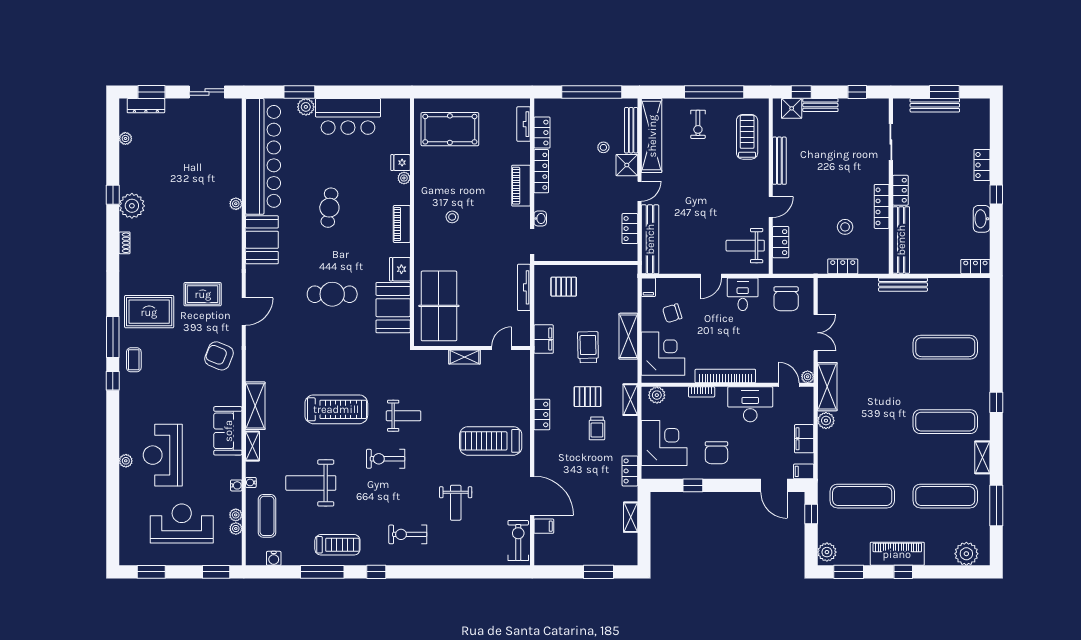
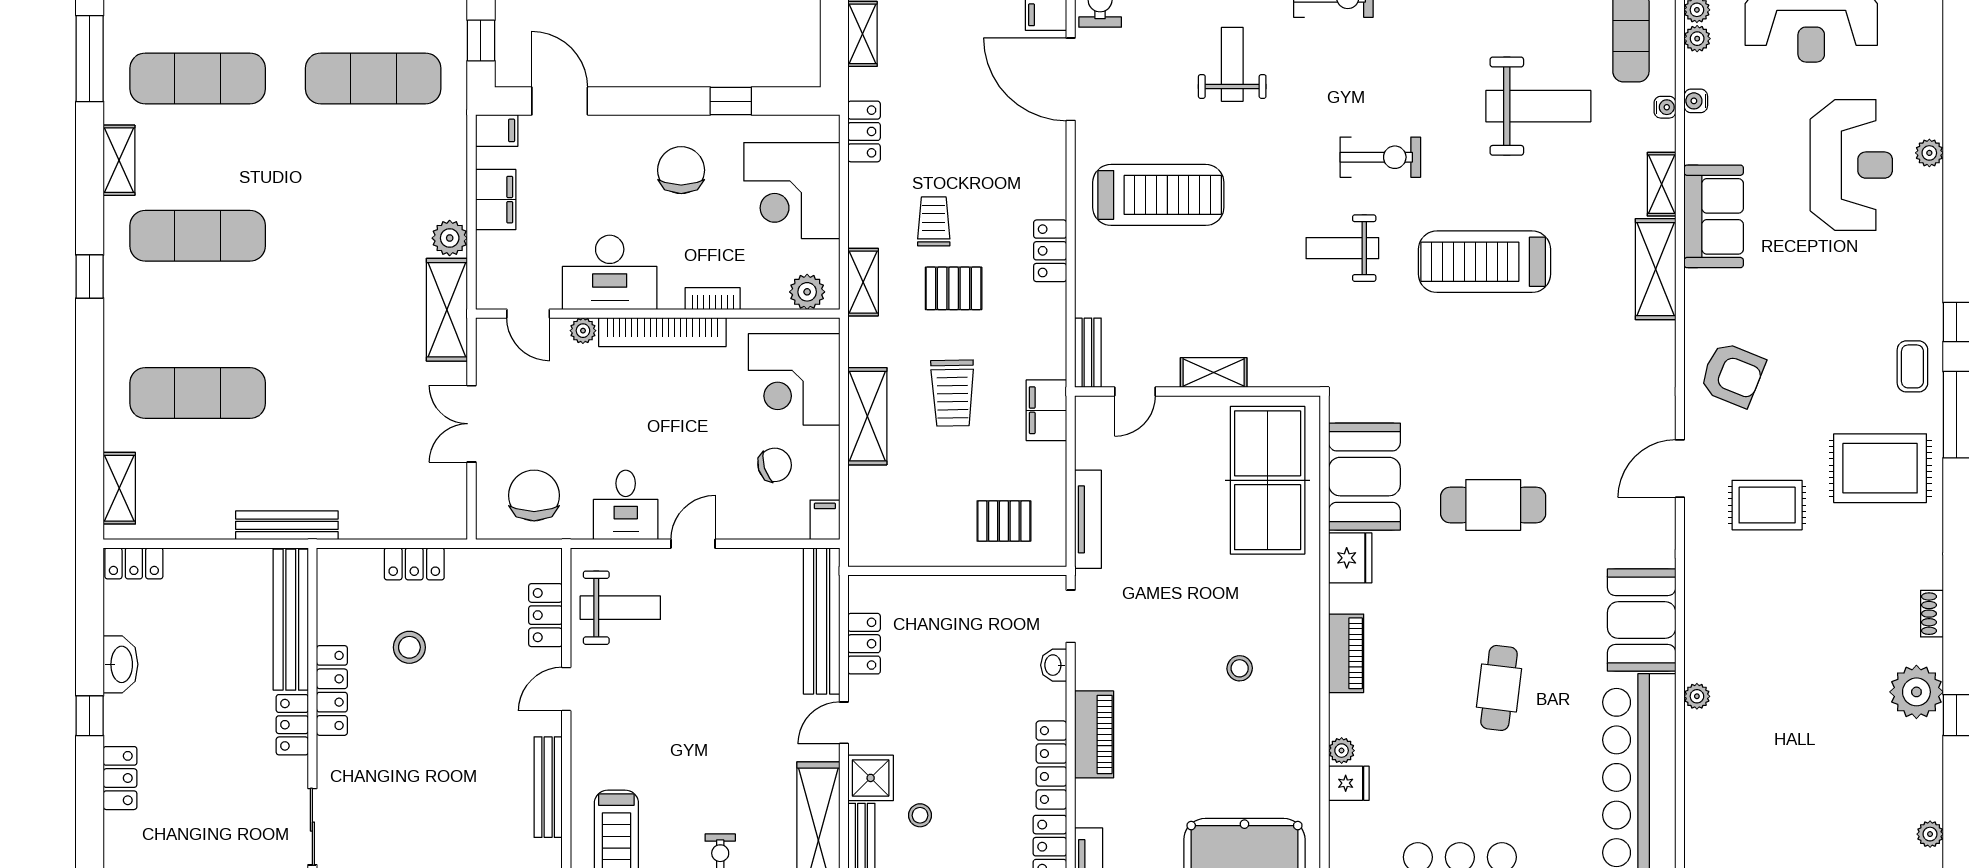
shelving: (982, 302) -> (119, 488), added
bench: (524, 366) -> (1088, 353), added
plant: (808, 377) -> (583, 331), moved

